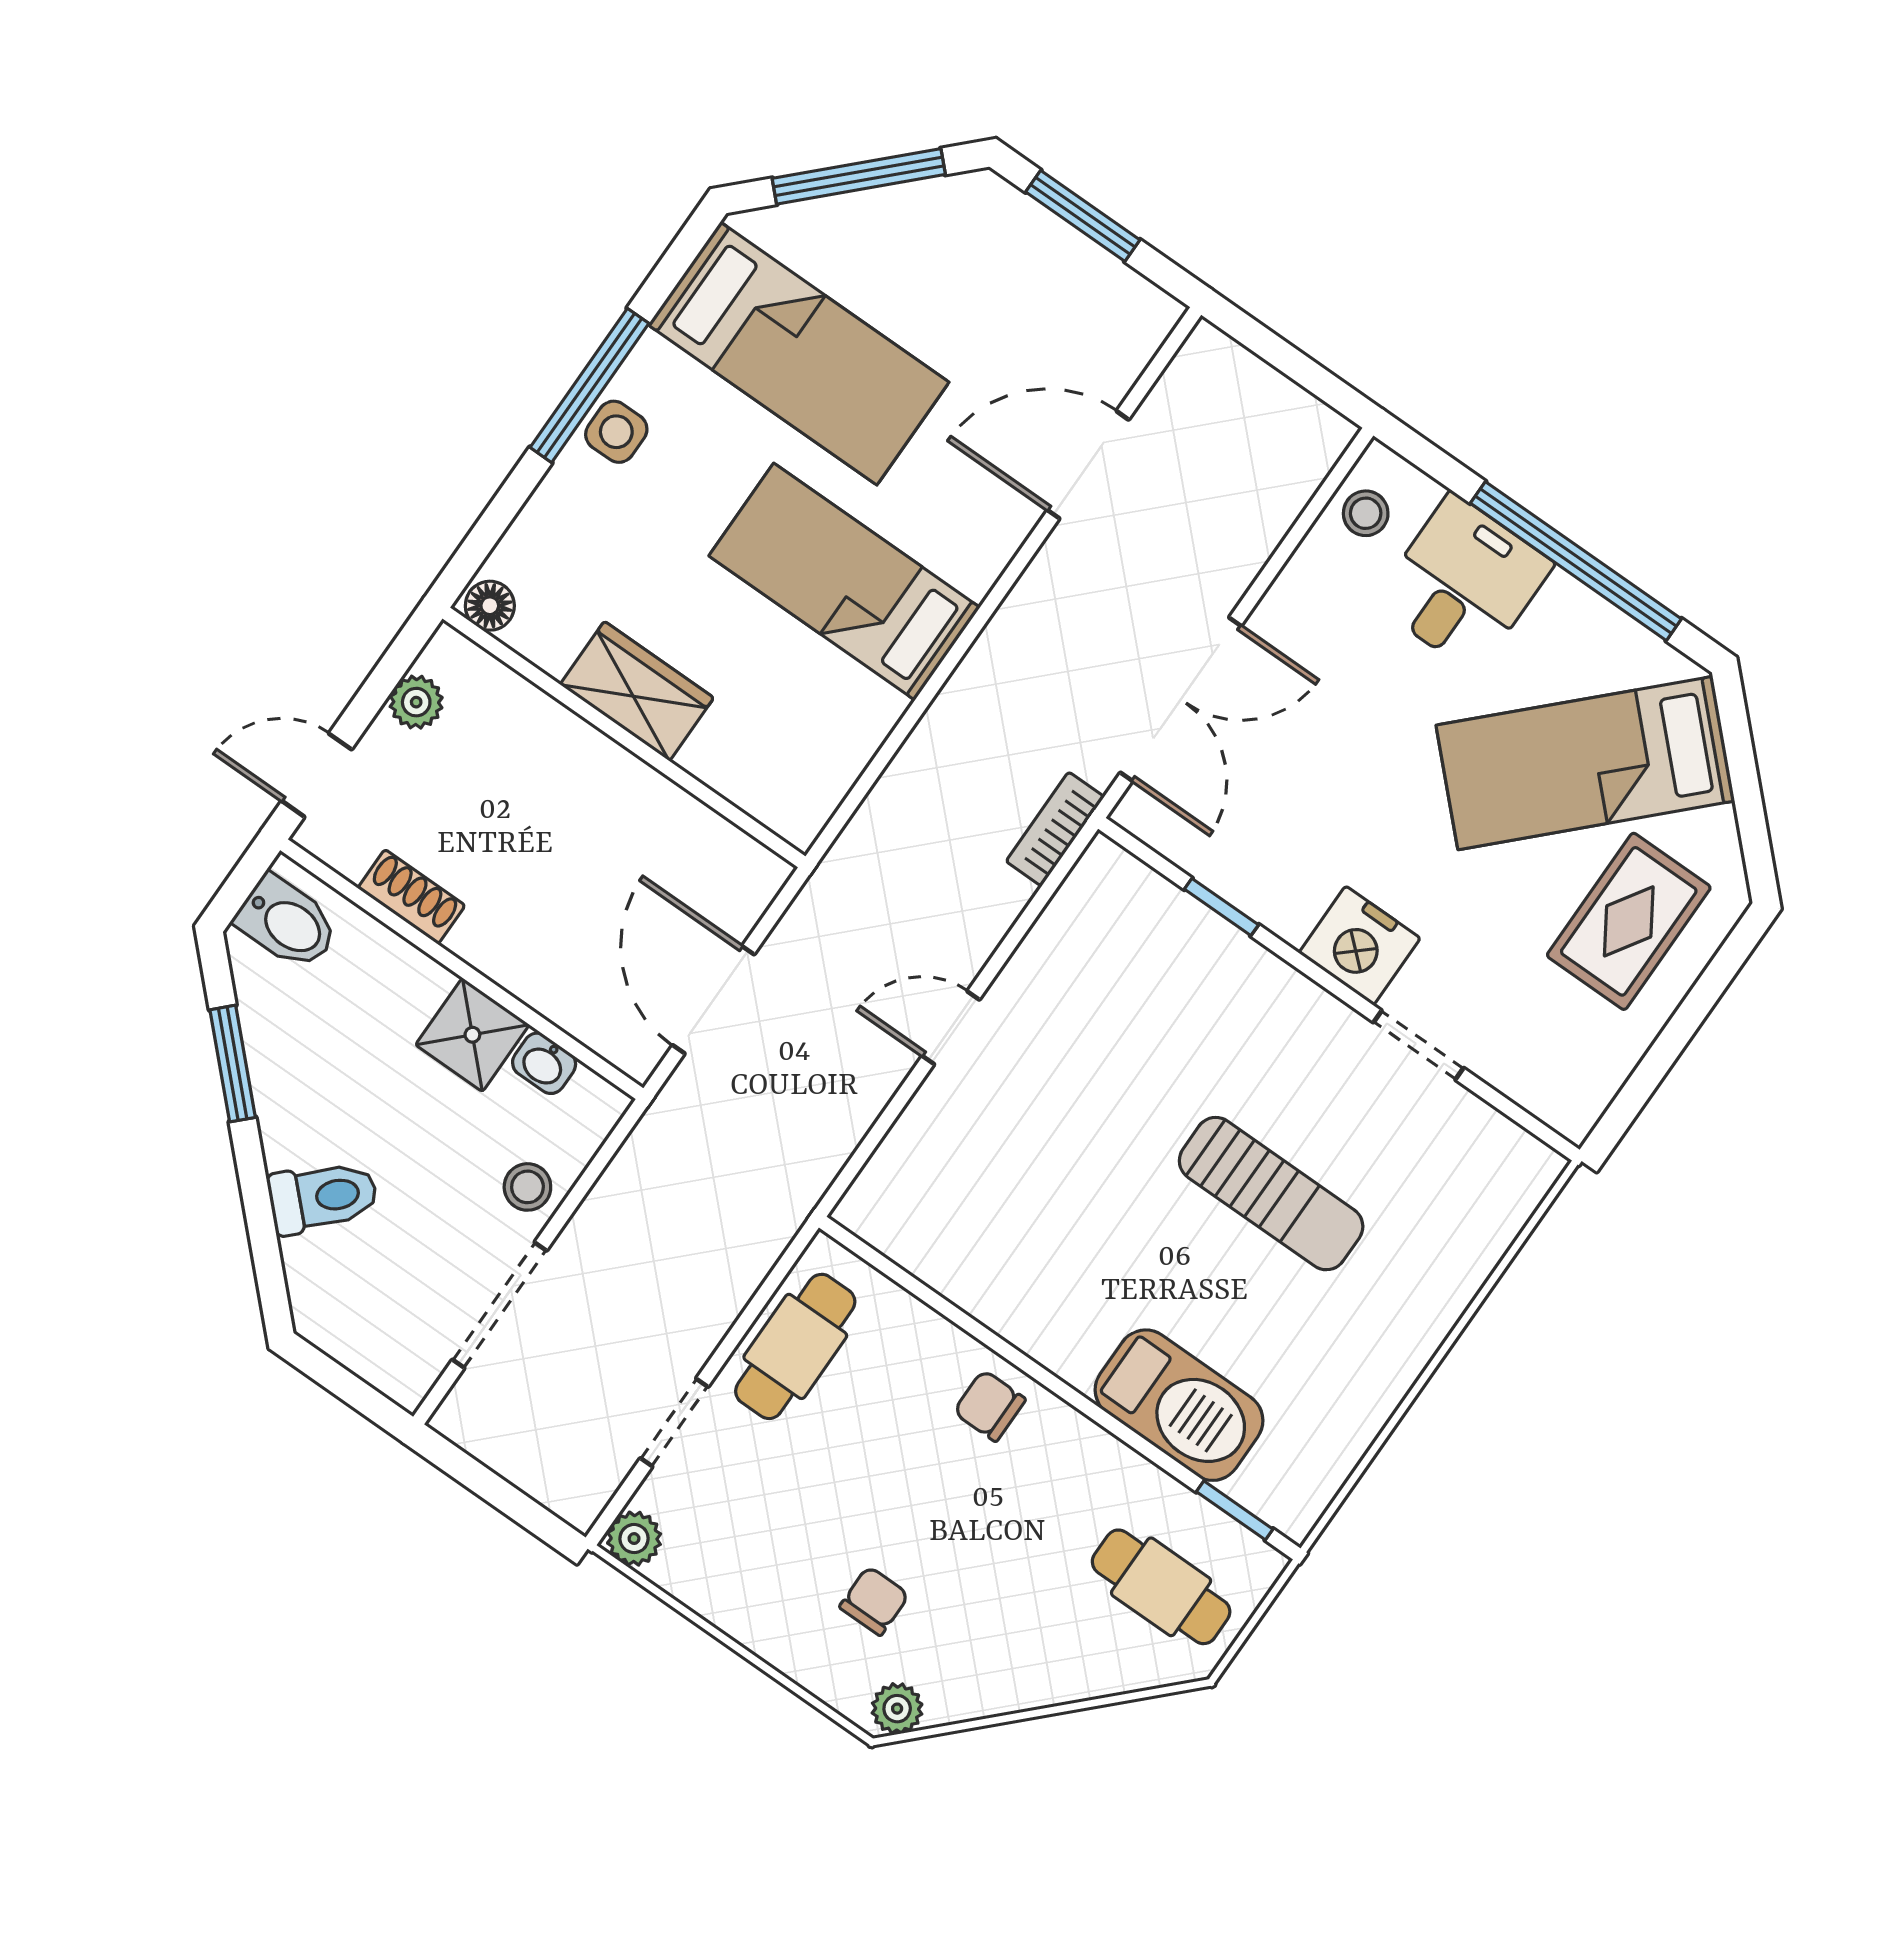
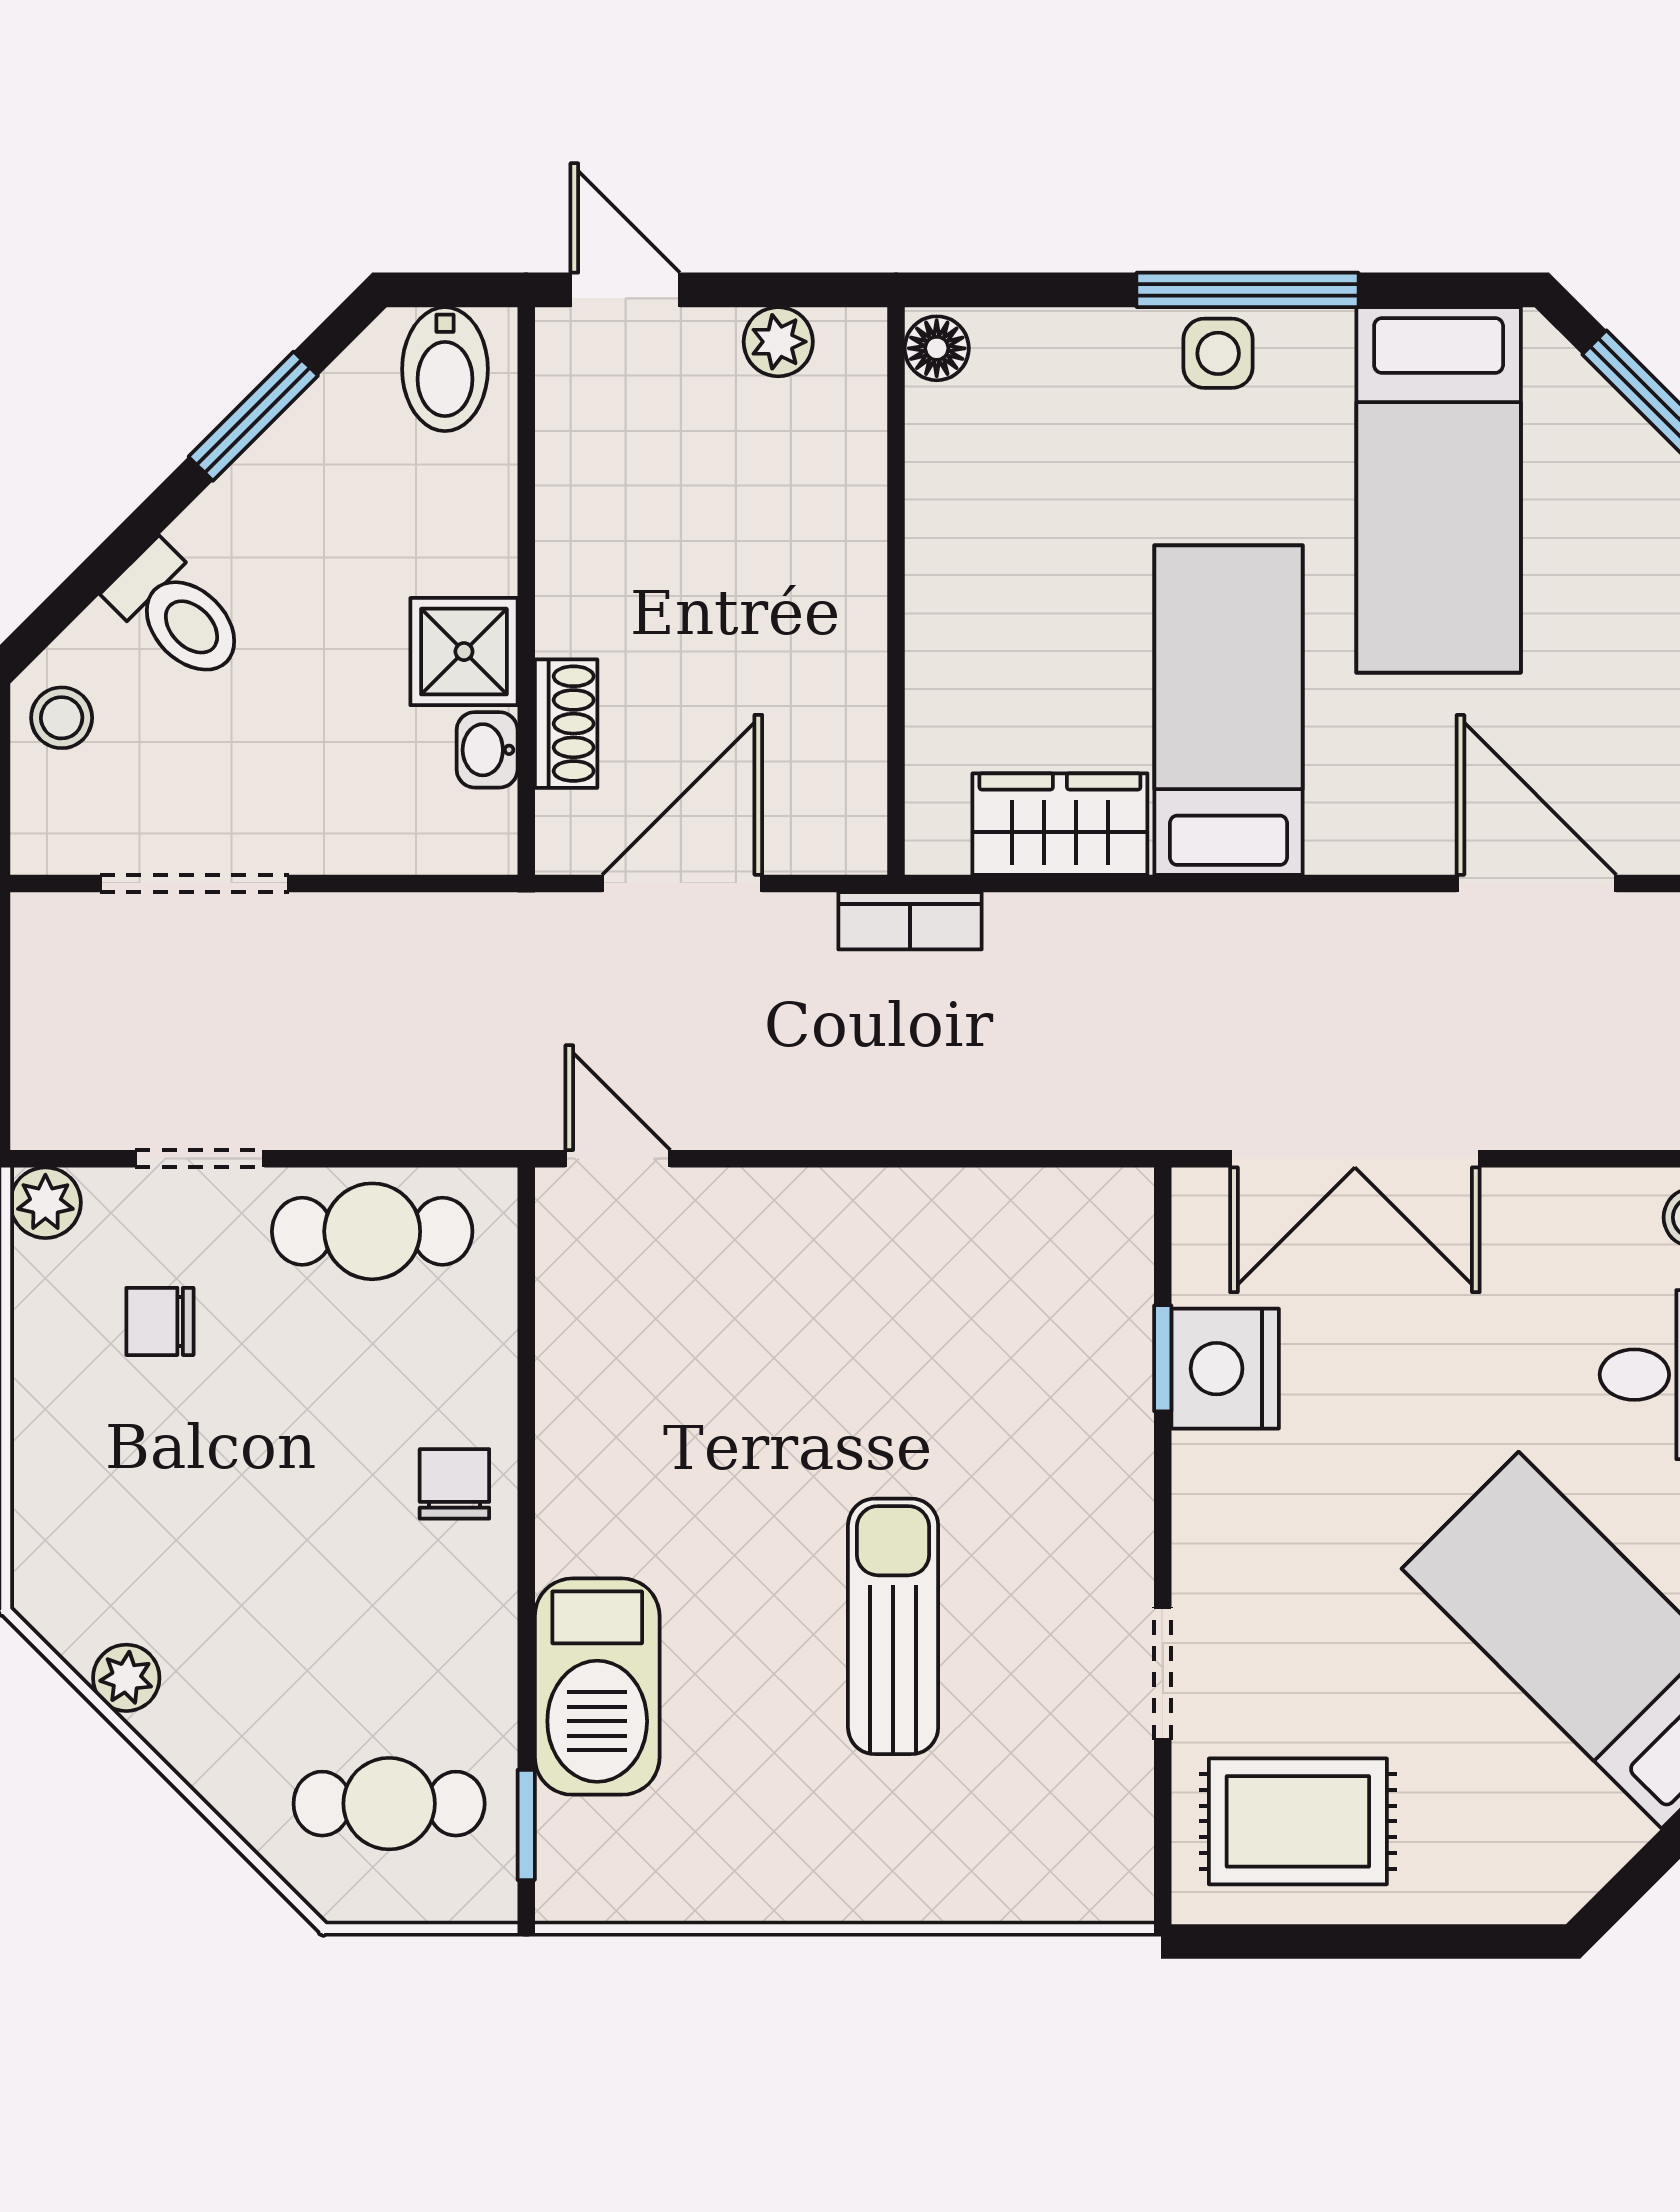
wardrobe: (637, 691) -> (1060, 824), moved, turned -90
bookcase: (1055, 829) -> (910, 921), moved, turned 180
shoe rack: (411, 897) -> (566, 724), moved
rug: (1629, 921) -> (1298, 1821), moved
nightstand: (1360, 946) -> (1225, 1369), moved
door: (951, 1028) -> (618, 1159), moved
stool: (527, 1187) -> (62, 718), moved
sun lounger: (1271, 1194) -> (893, 1626), turned 180
cafe table: (1161, 1587) -> (389, 1804), turned 90
chair: (874, 1601) -> (160, 1321), moved, turned 180
plant: (897, 1709) -> (126, 1678), moved

